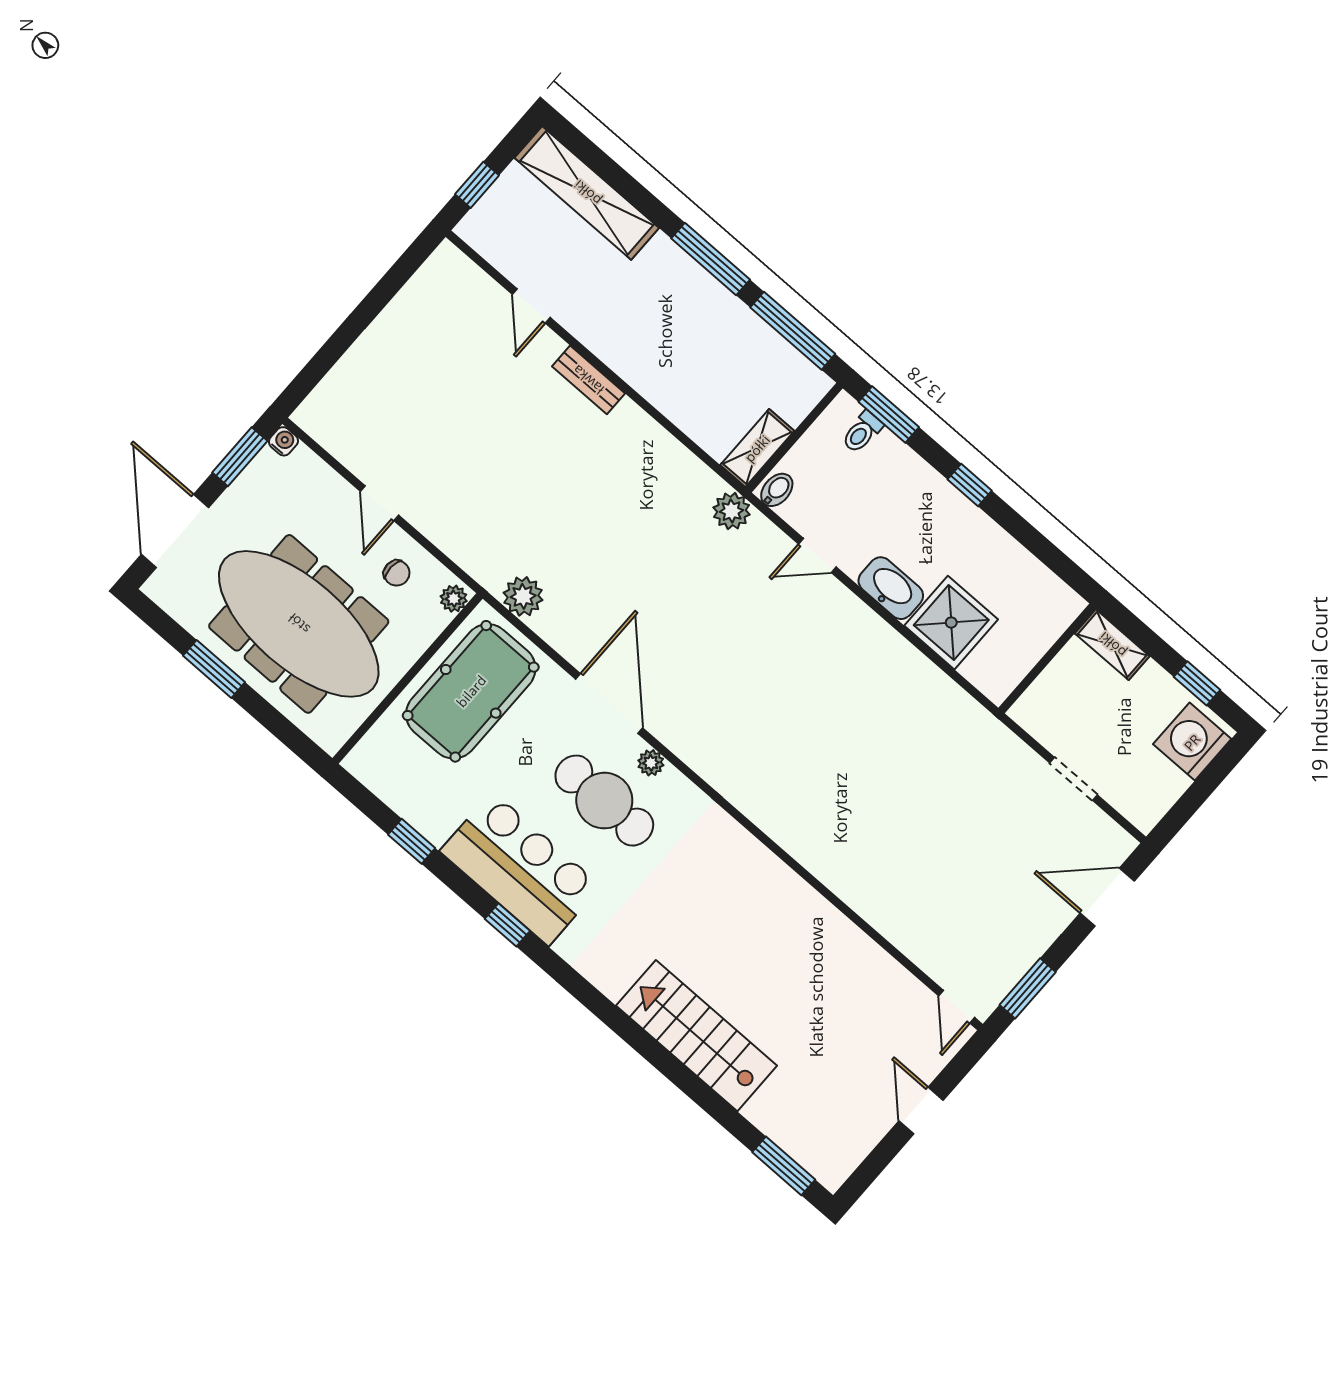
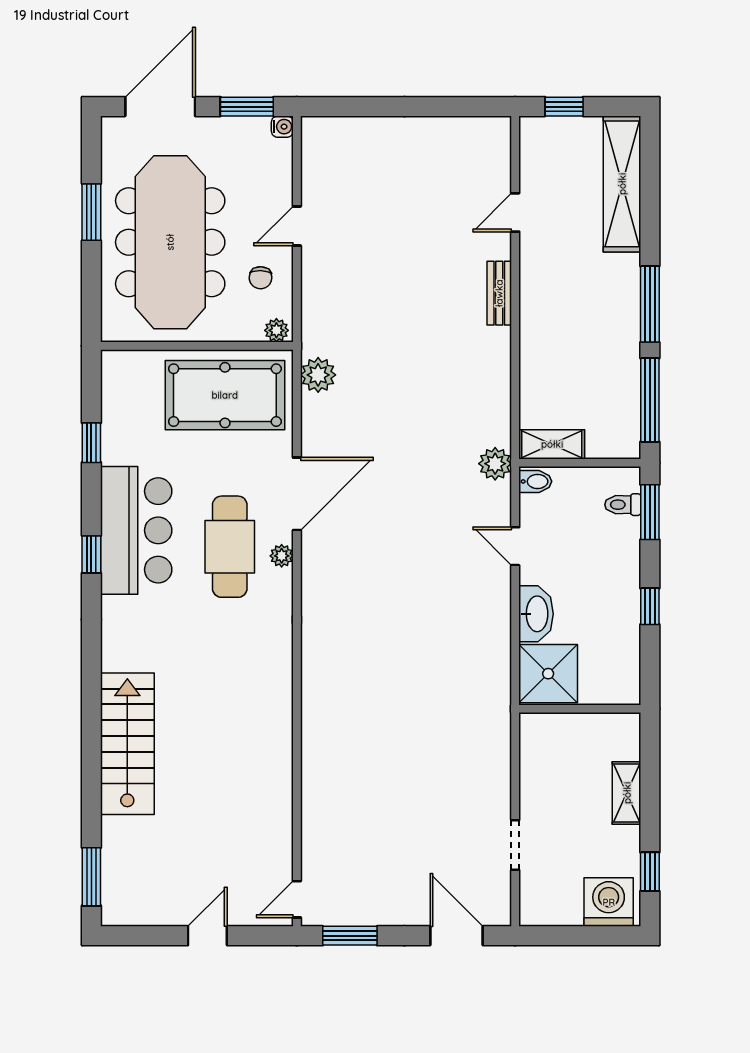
wall: (1047, 658) -> (580, 709), moved

